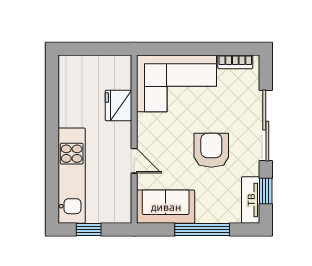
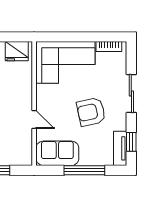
fridge: (118, 106) -> (17, 51), moved, turned -90
sliding door: (266, 126) -> (131, 93), width x0.73
armchair: (211, 150) -> (91, 112), turned -102

